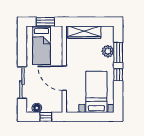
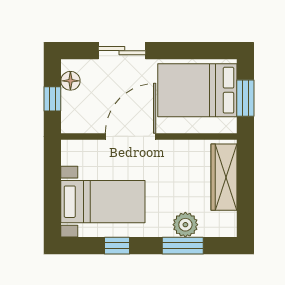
bed: (41, 45) -> (197, 90), width x1.50
window: (118, 75) -> (117, 246), moved
sliding door: (22, 82) -> (122, 51), width x0.73

